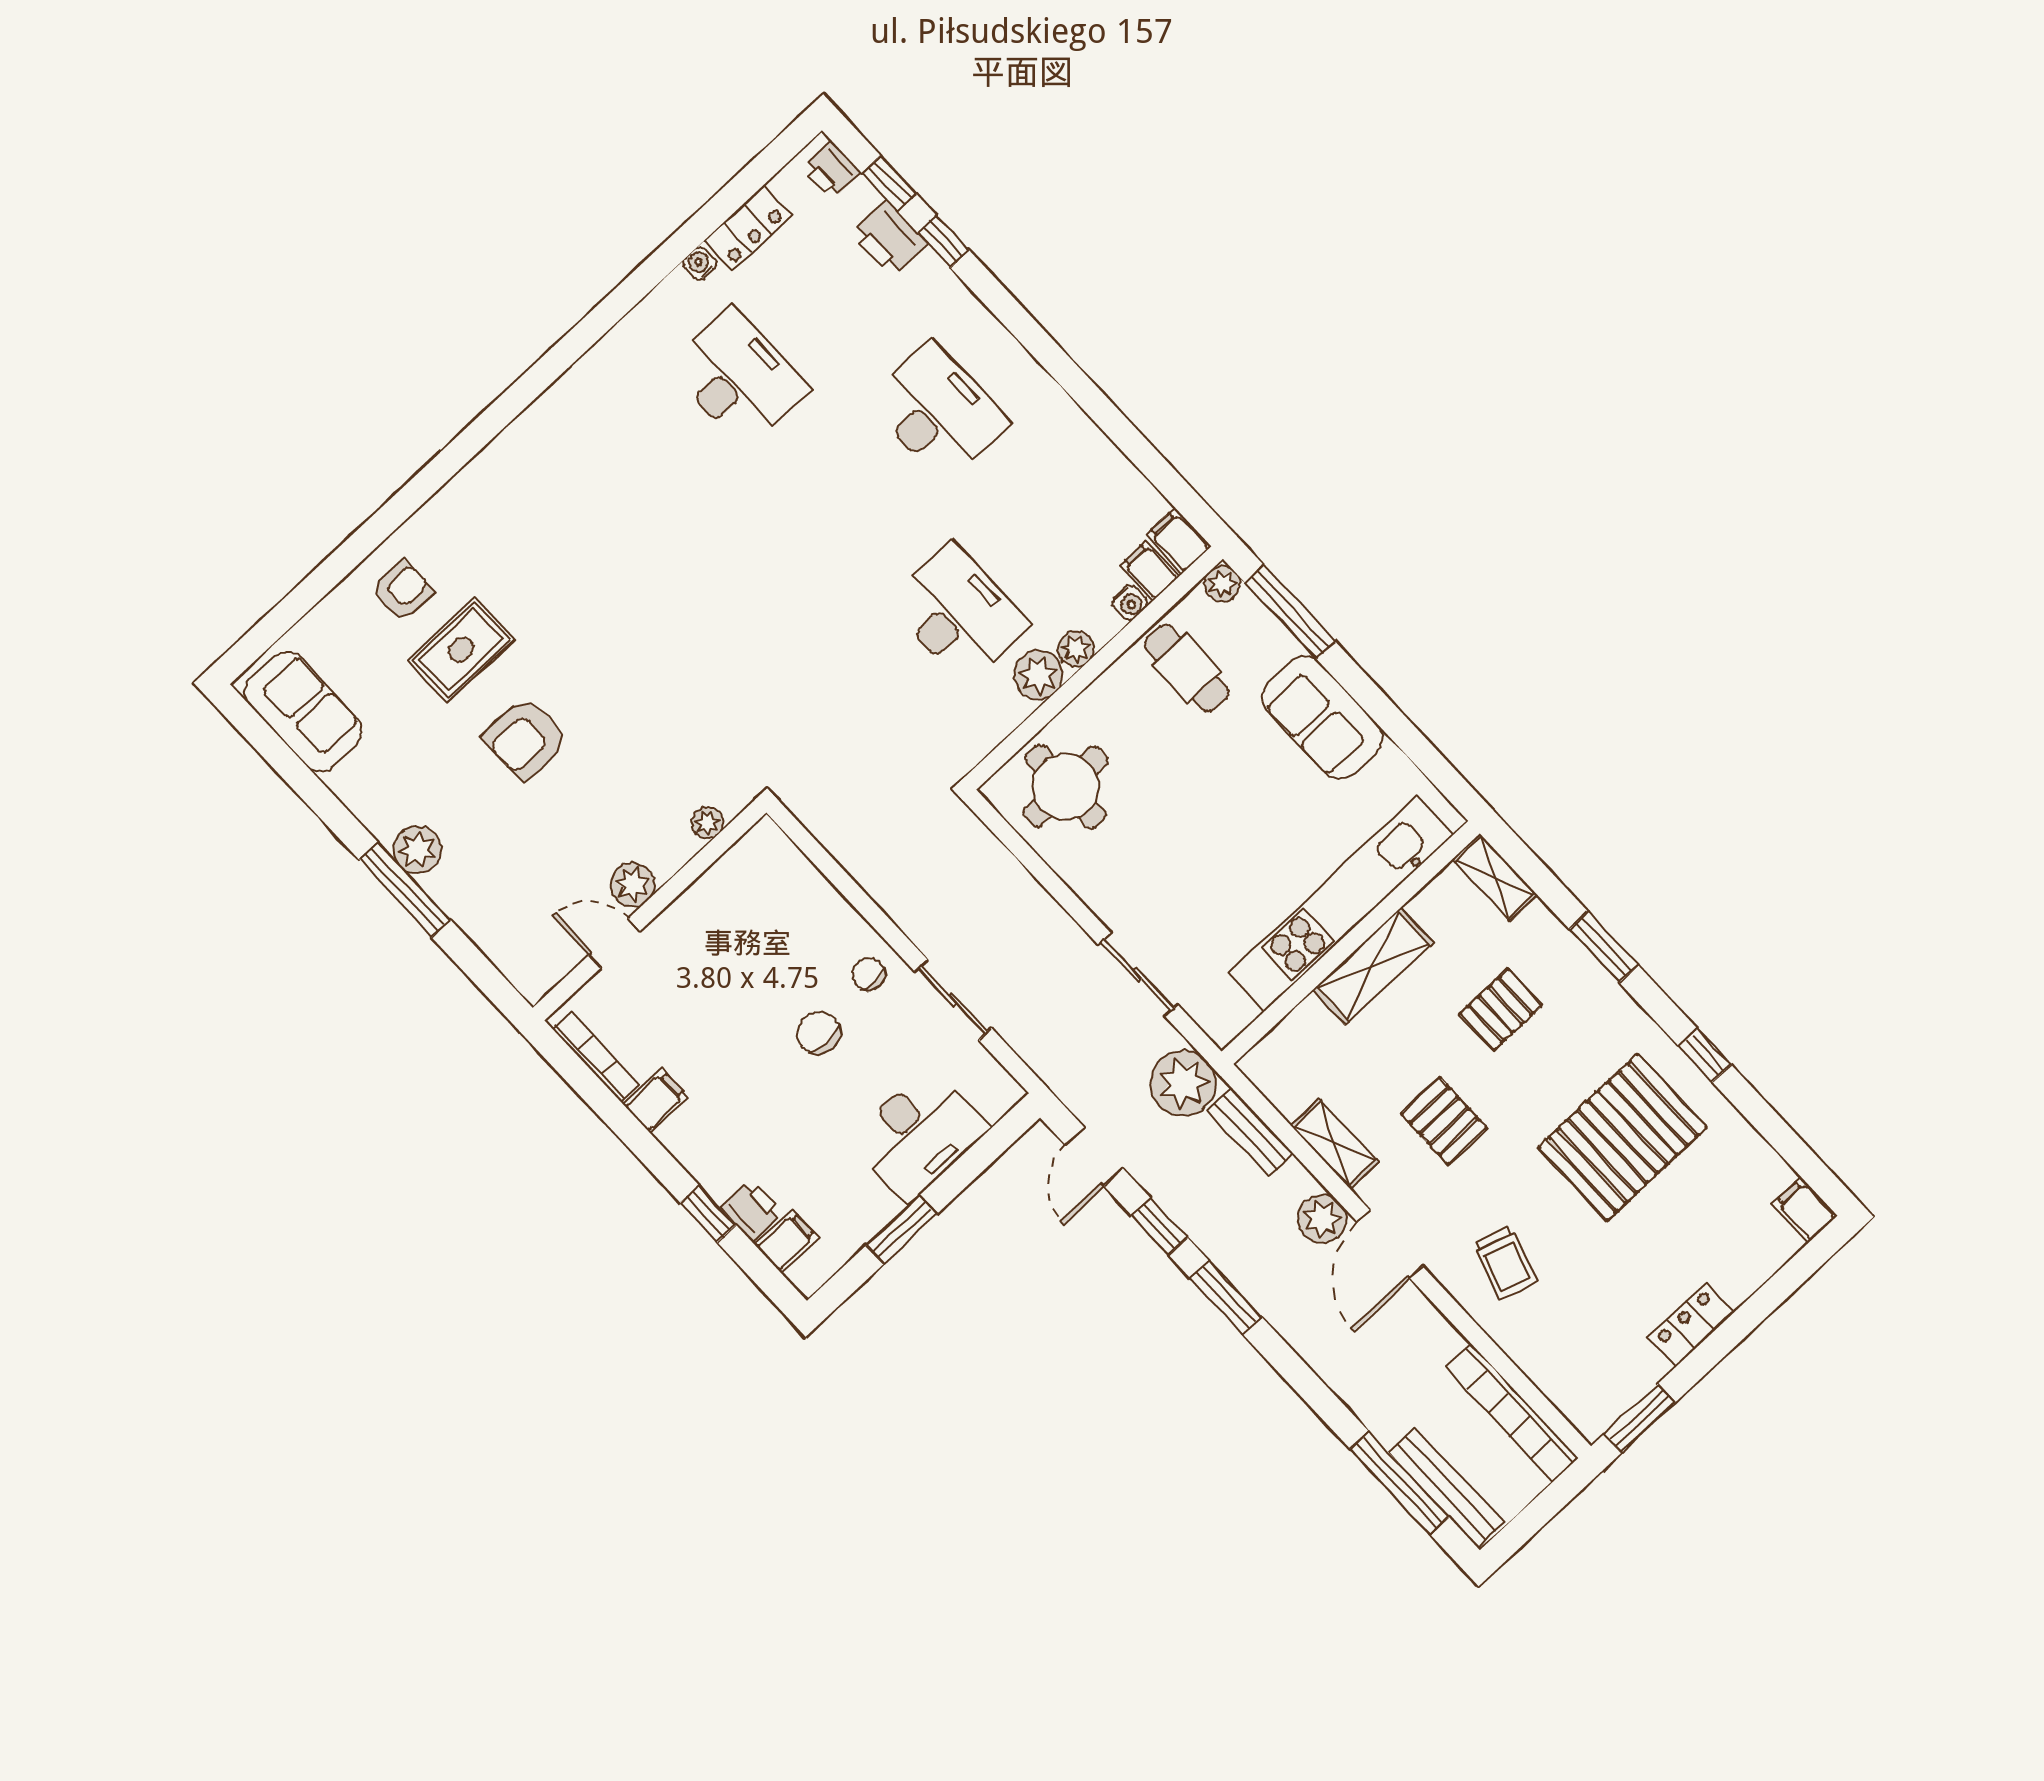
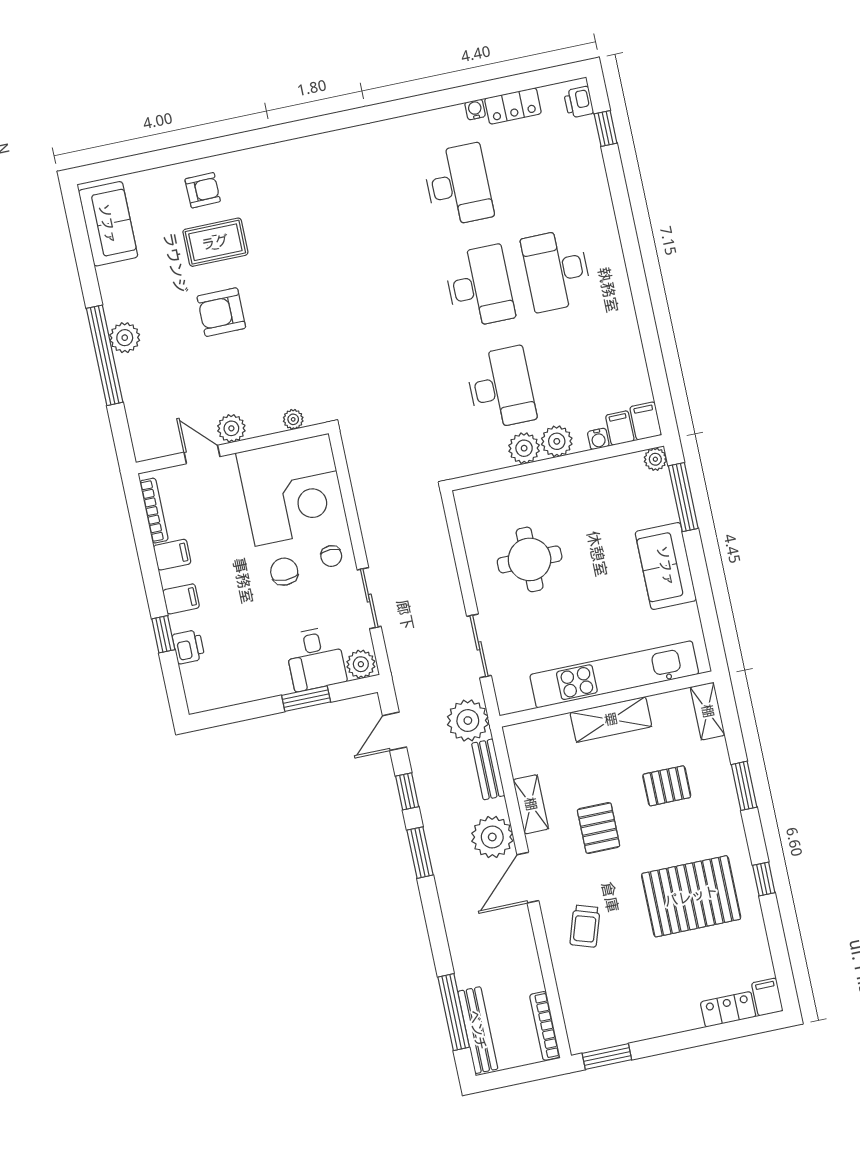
printer: (889, 238) -> (587, 158), removed
window: (943, 241) -> (616, 178), removed
desk: (938, 412) -> (557, 270), turned 180
desk: (848, 496) -> (479, 286), added
plant: (1076, 649) -> (557, 441), width x1.38, depth x1.38
cafe table: (1187, 668) -> (608, 494), removed
round table: (1066, 787) -> (530, 559), moved
window: (405, 890) -> (105, 355), width x1.46
corner desk: (763, 918) -> (292, 490), added
chair: (869, 974) -> (331, 556), turned 180
plant: (995, 1094) -> (361, 664), added
desk: (919, 1134) -> (315, 659), width x0.73
plant: (1322, 1219) -> (492, 837), width x1.36, depth x1.36
window: (902, 1230) -> (306, 699), moved
filing cabinet: (786, 1241) -> (181, 599), moved
locker: (1691, 1325) -> (728, 1009), moved
bookcase: (1512, 1412) -> (545, 1026), width x0.68, depth x0.76

